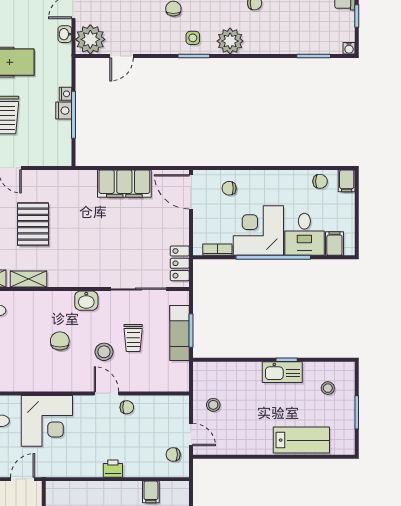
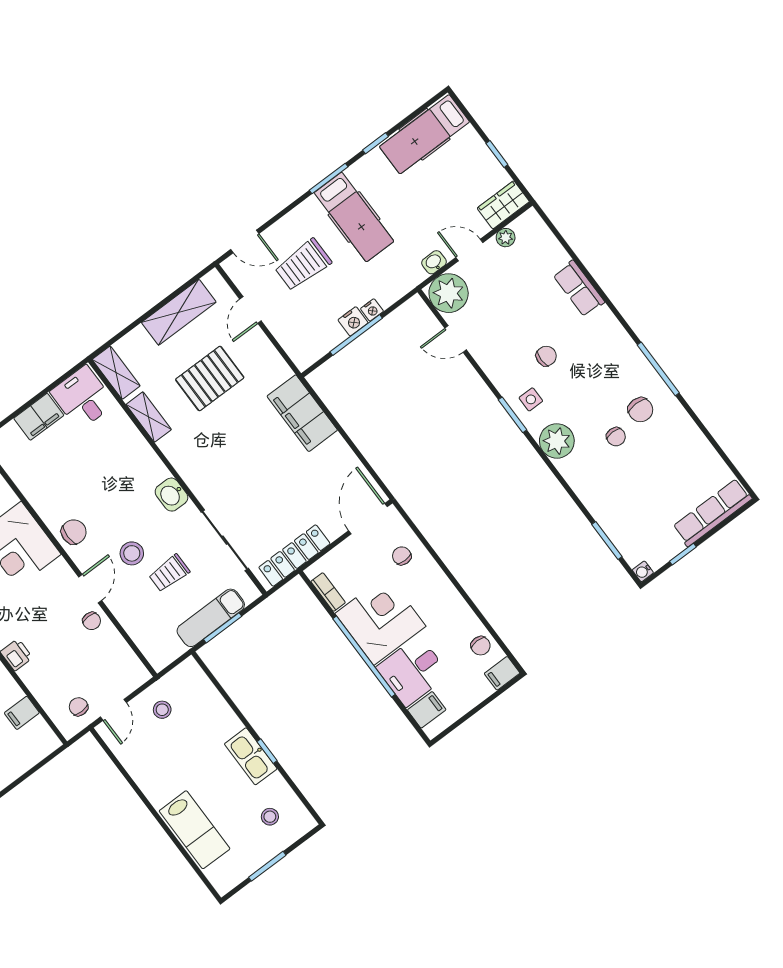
filing cabinet: (124, 184) -> (302, 413), moved
locker: (180, 263) -> (294, 556), width x1.53
chair: (60, 341) -> (74, 532), moved

